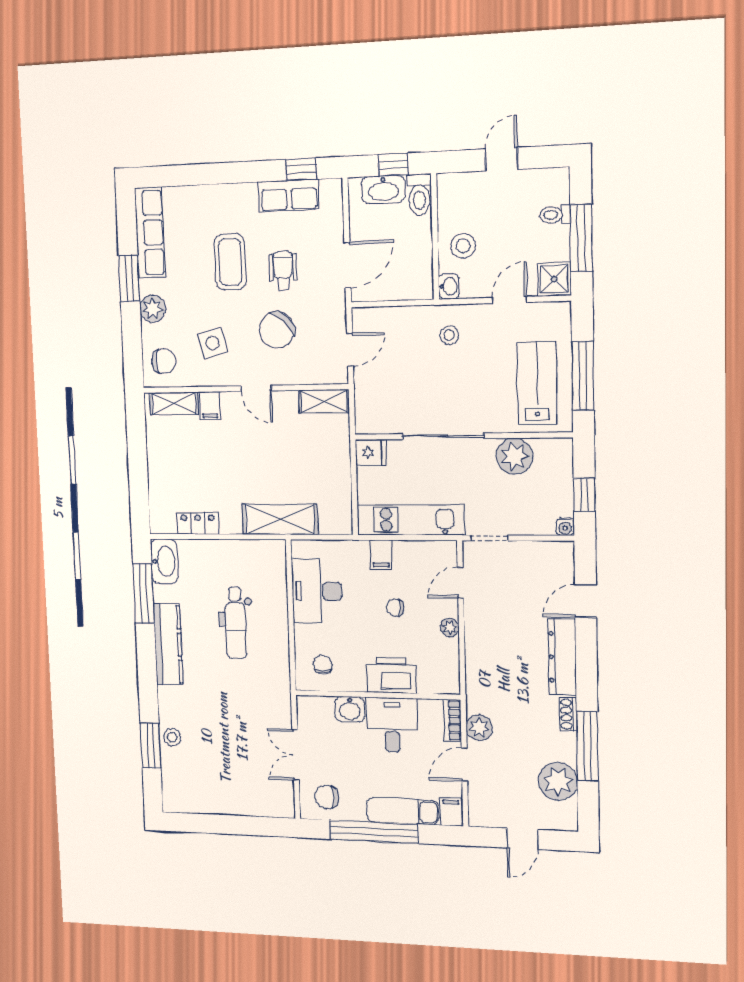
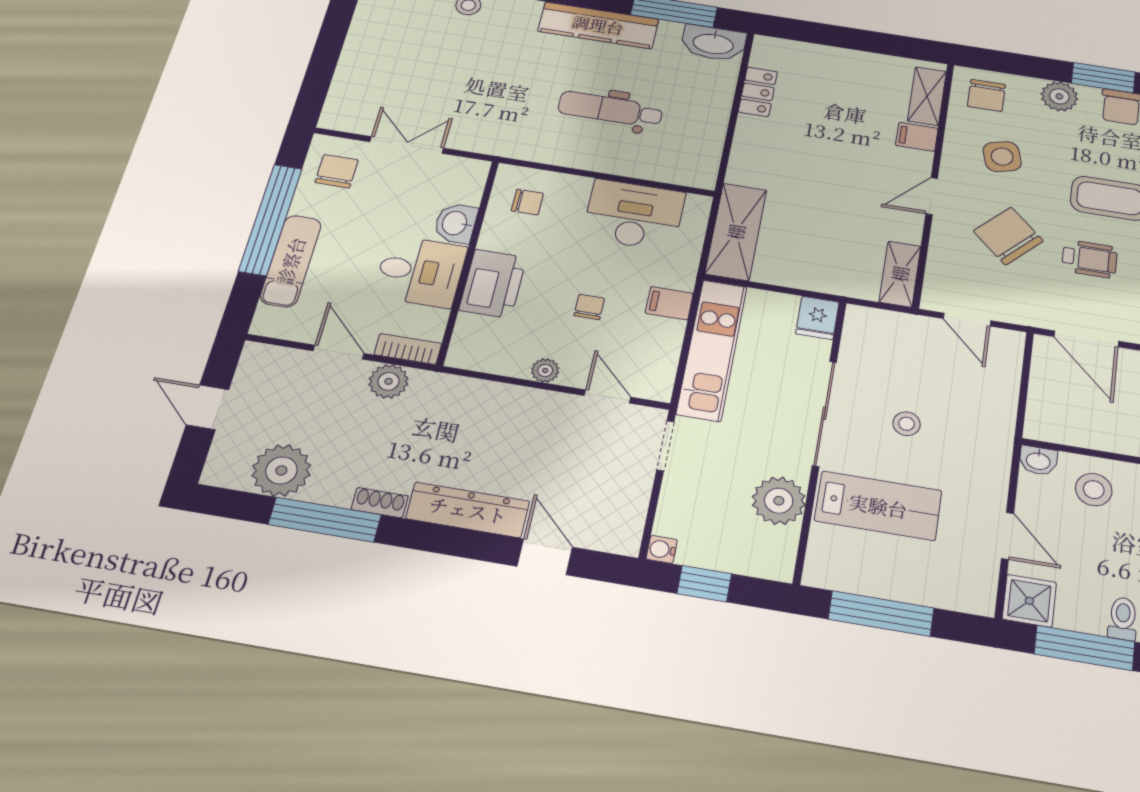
stool: (449, 335) -> (907, 424), moved
lab bench: (537, 383) -> (878, 506), moved
shelving: (280, 519) -> (736, 232), moved
filing cabinet: (451, 812) -> (273, 322), removed

